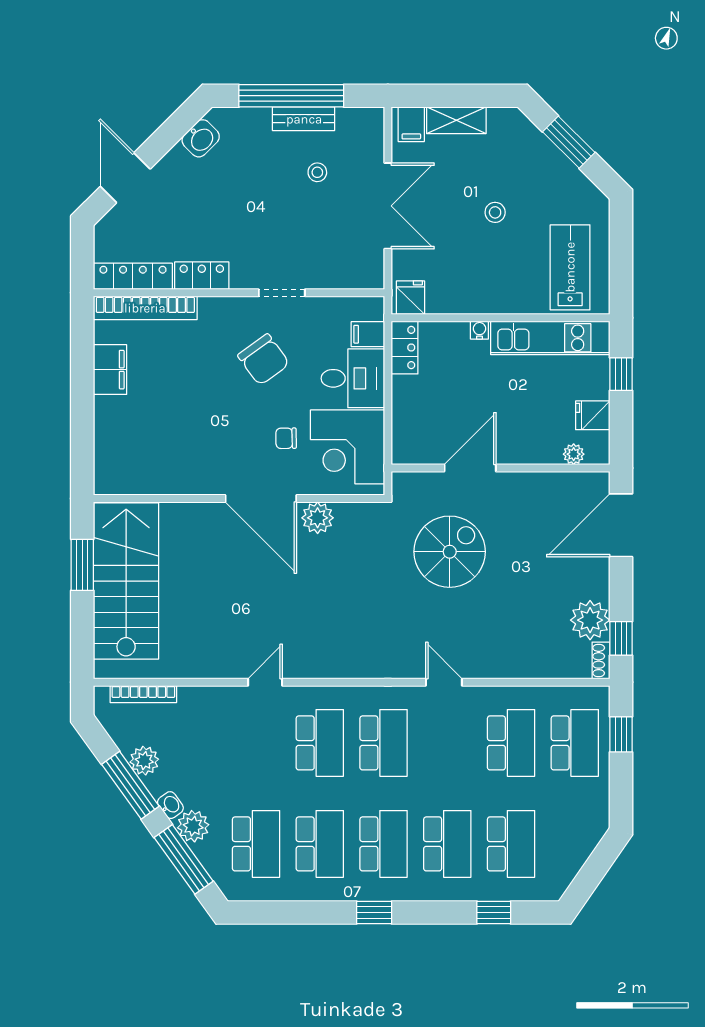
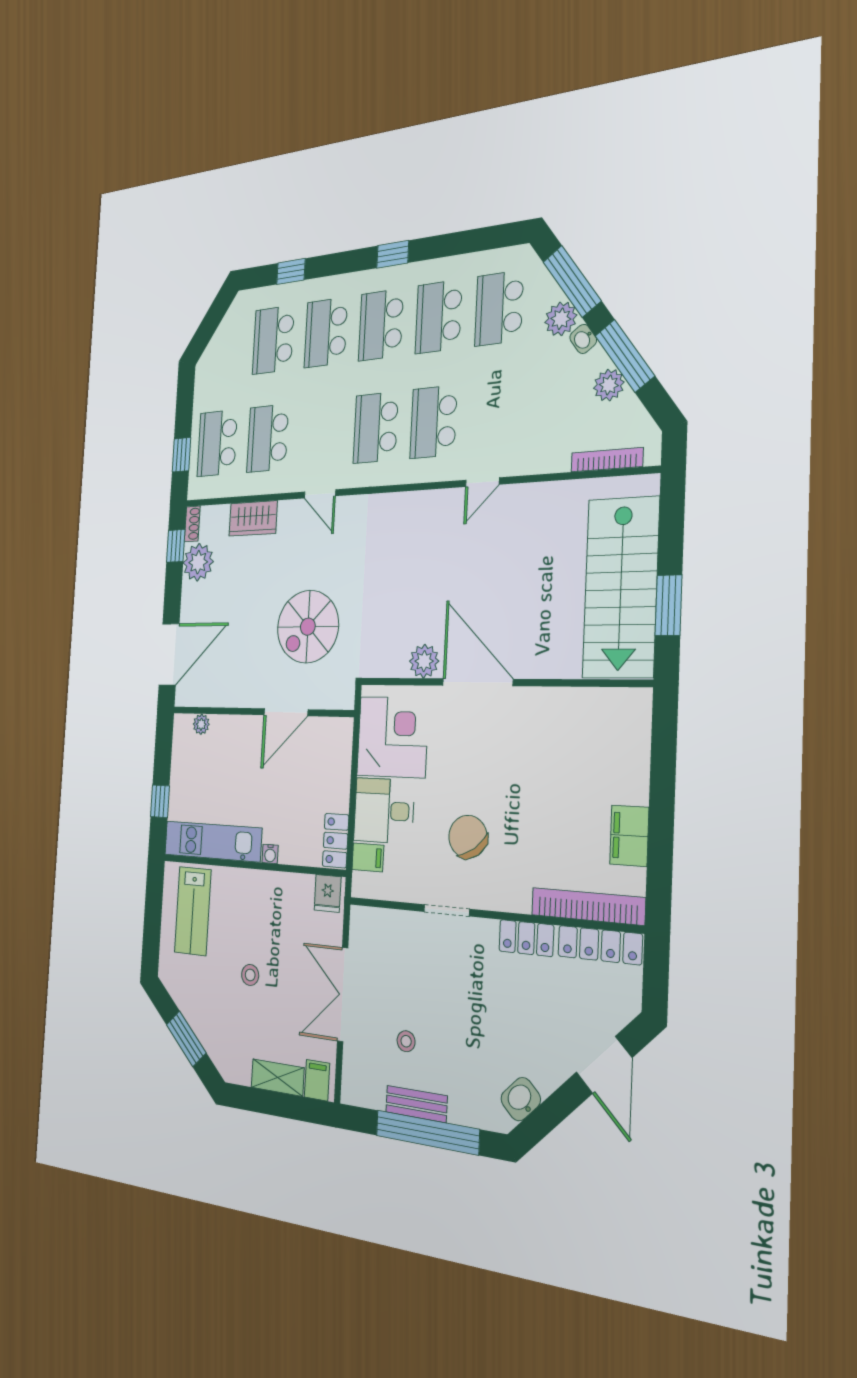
fridge: (593, 415) -> (184, 762), removed
chair: (286, 438) -> (450, 748), removed
wardrobe: (523, 662) -> (253, 518), added

